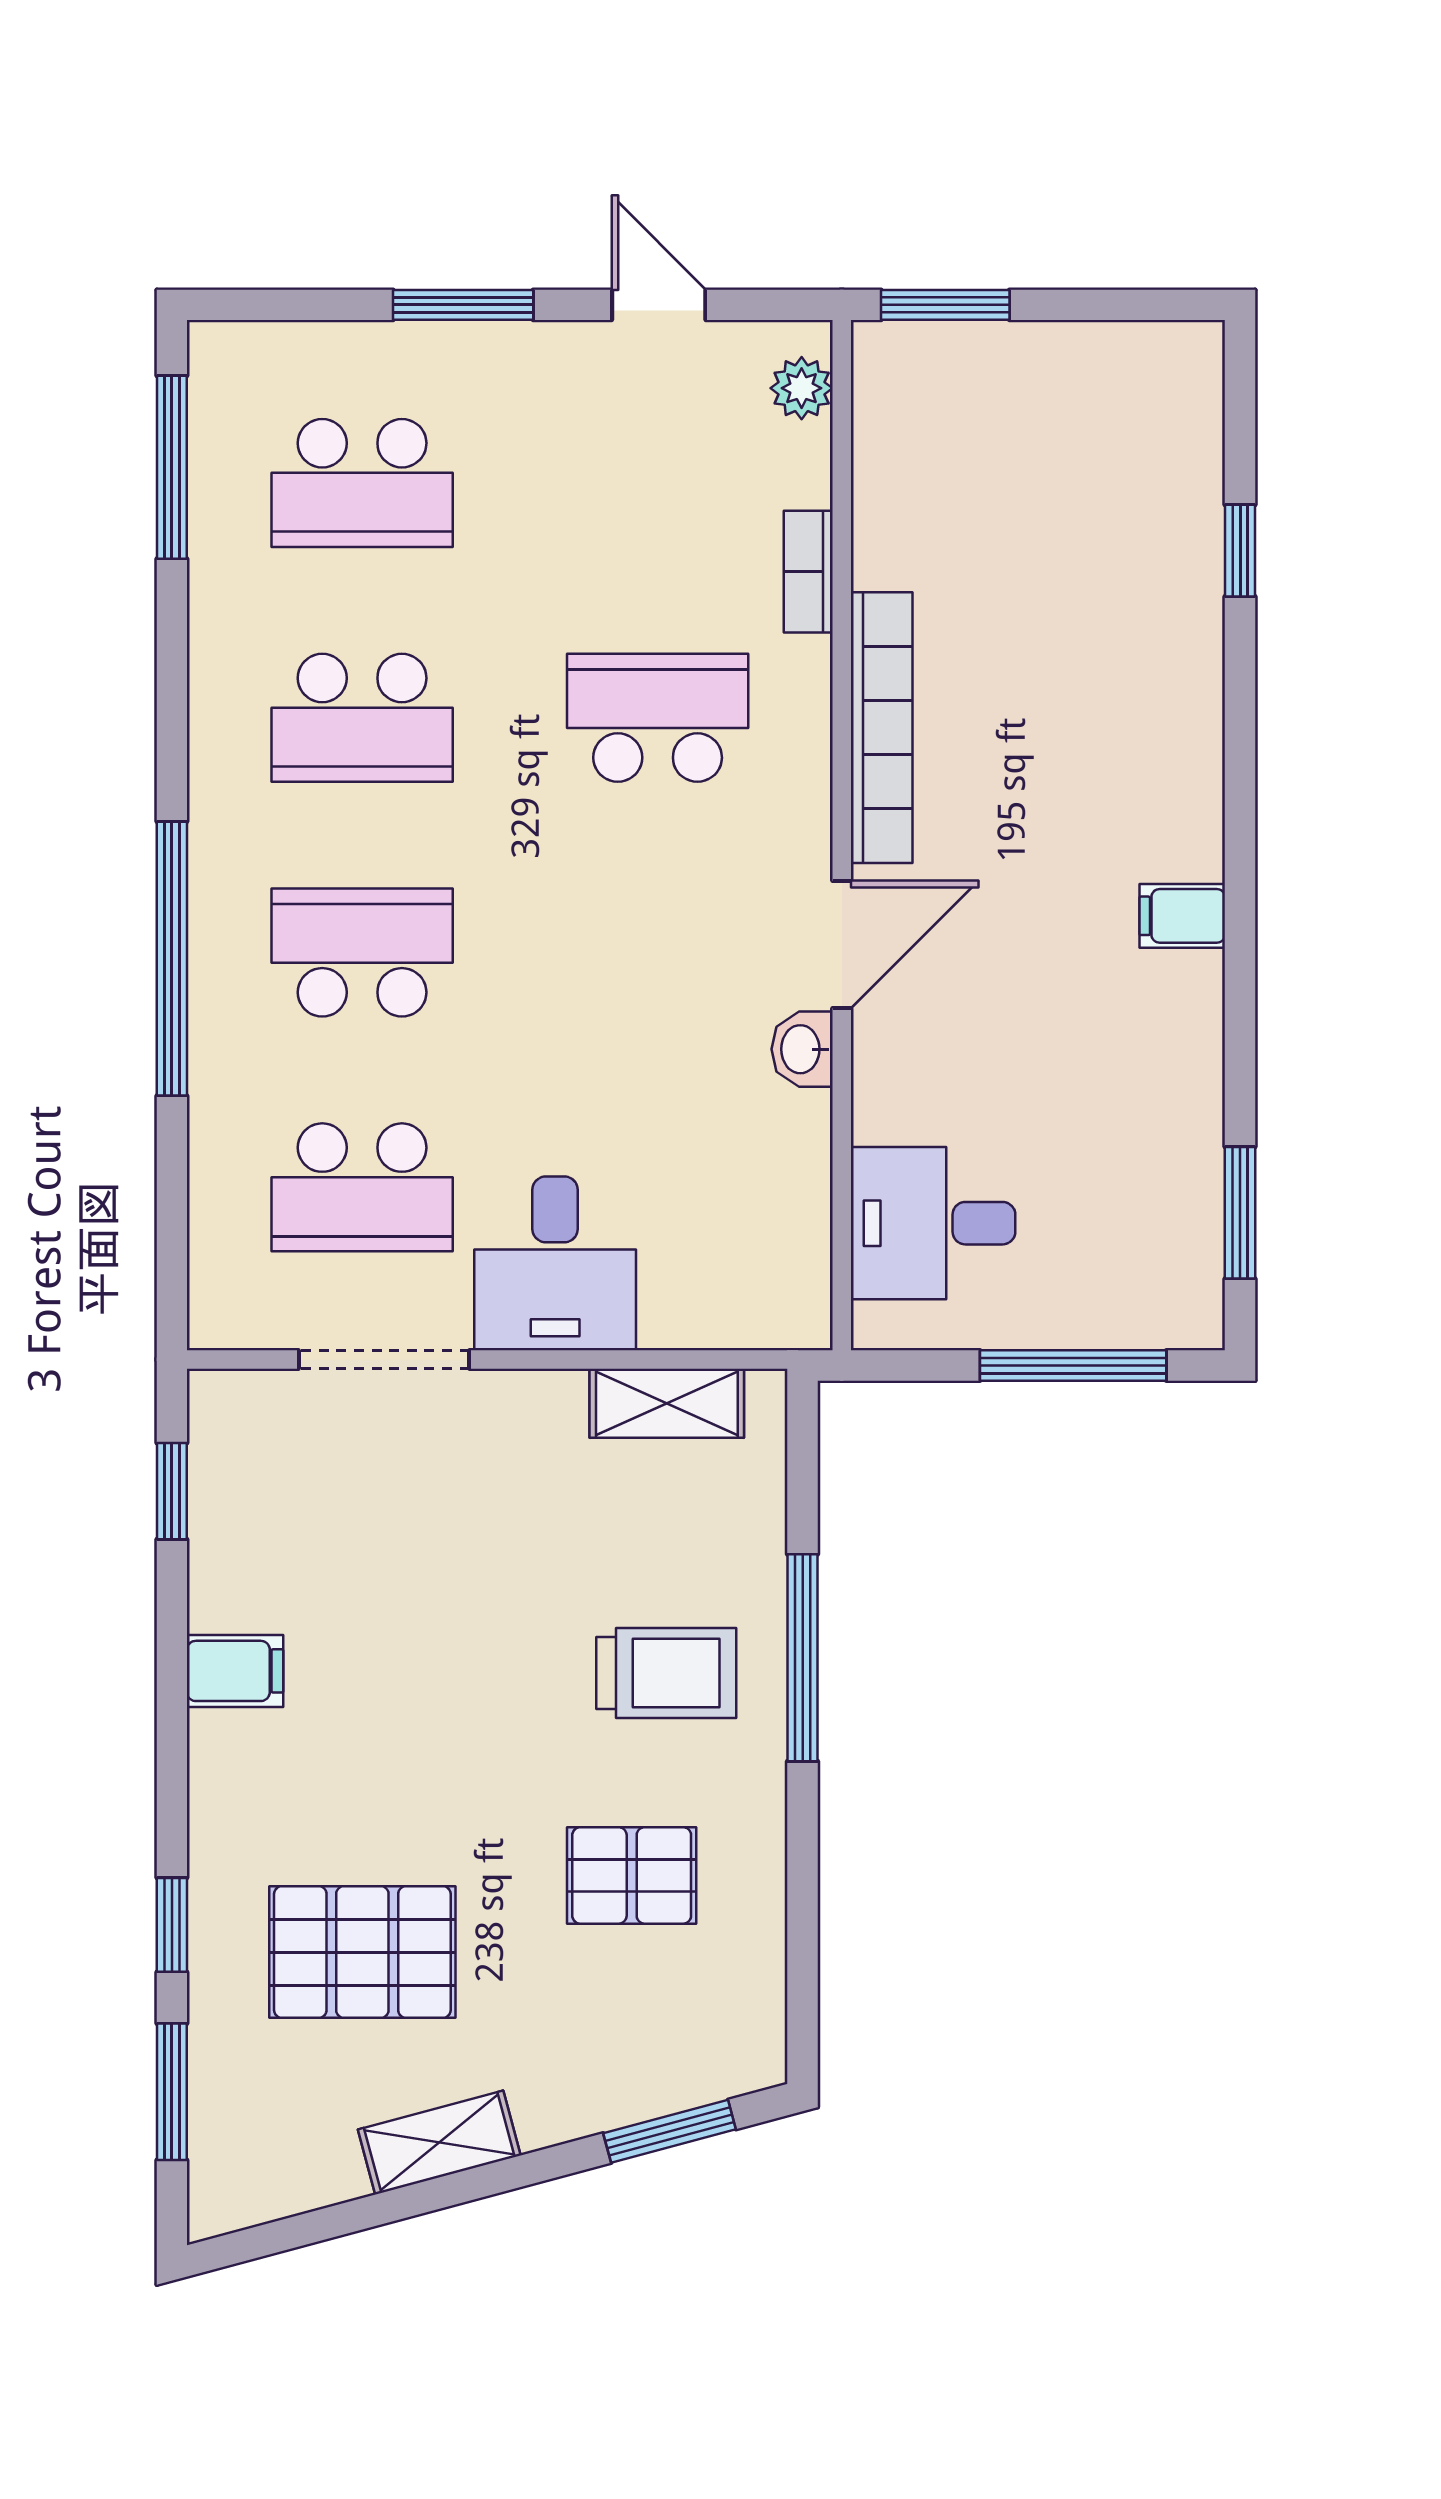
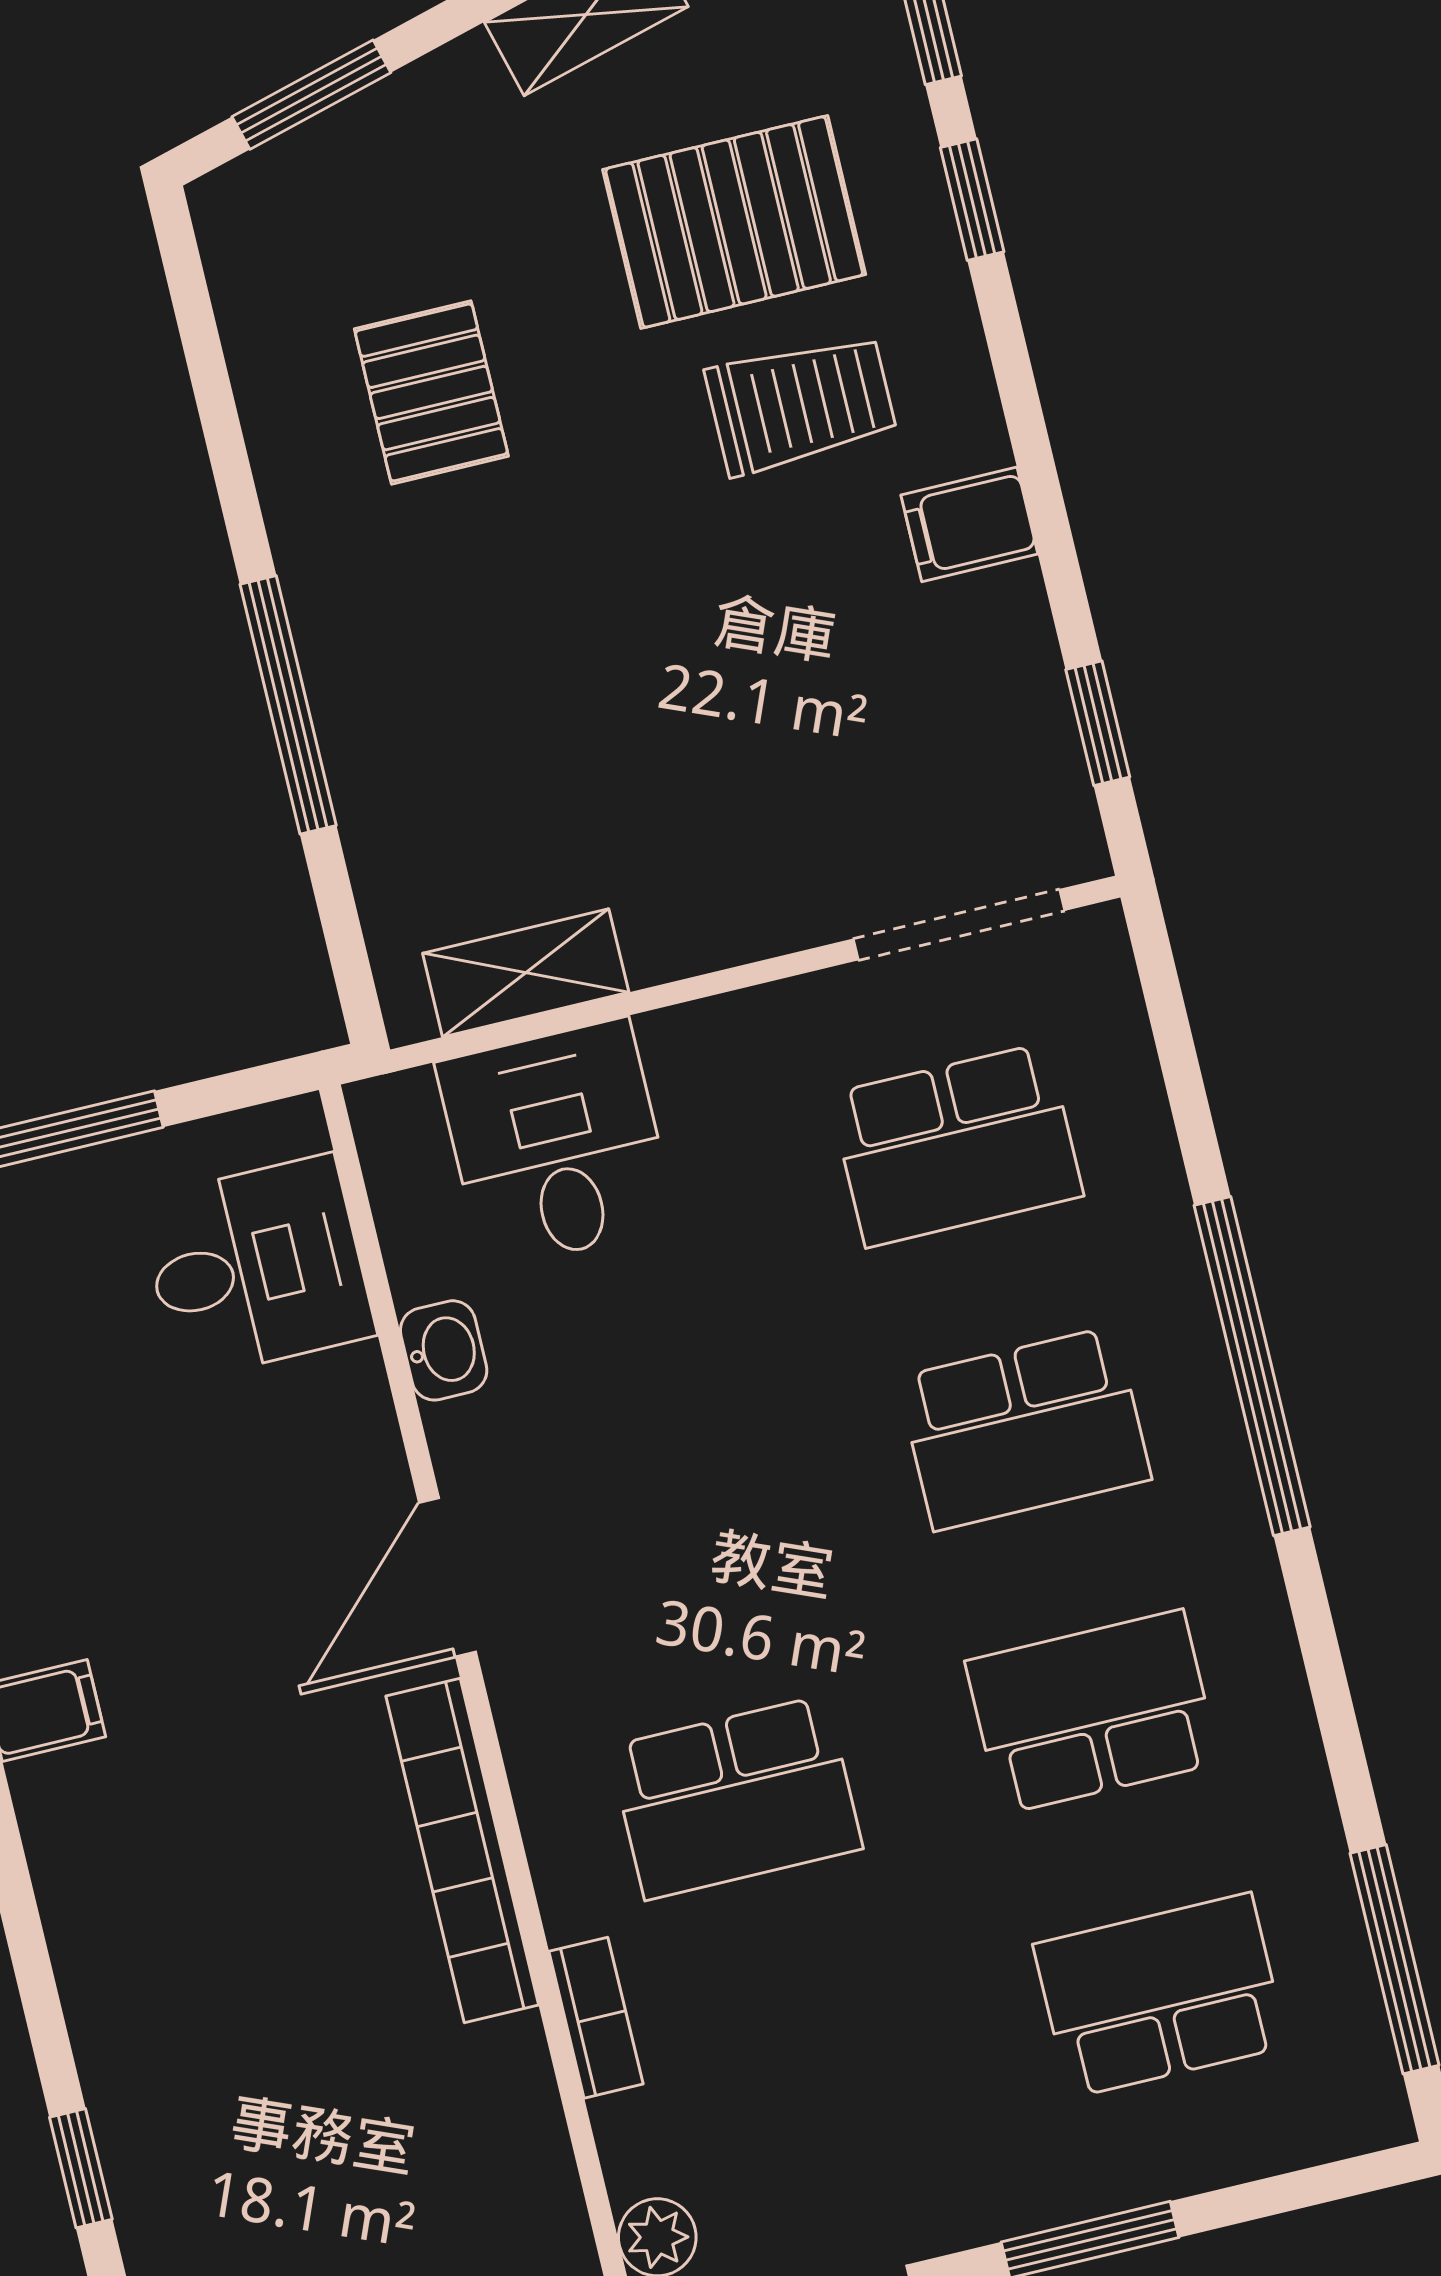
washbasin: (802, 1049) -> (444, 1350), moved
school desk: (362, 1187) -> (956, 1145), turned 180
desk: (555, 1263) -> (556, 1144), moved
doorway: (384, 1359) -> (959, 925), moved
trolley: (666, 1673) -> (801, 404), moved, turned 180
pallet: (632, 1875) -> (431, 392), turned 90

